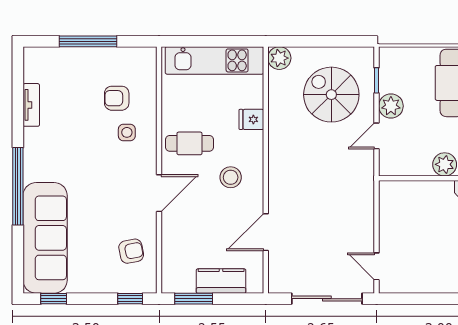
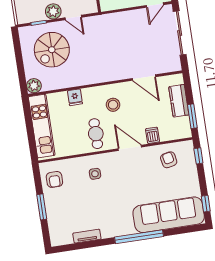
window: (88, 41) -> (42, 207), width x0.69
armchair: (117, 98) -> (54, 179), moved
dishwasher: (173, 232) -> (153, 135), added

